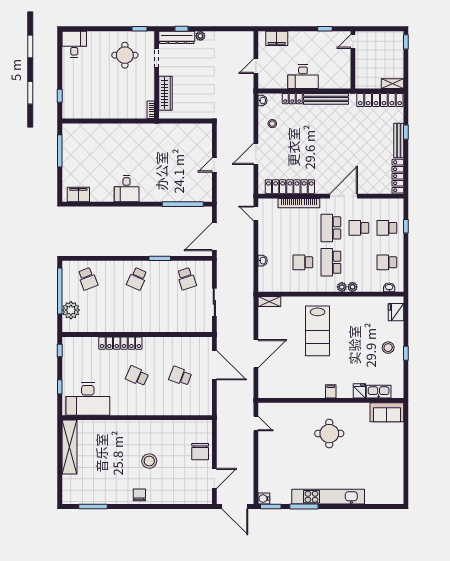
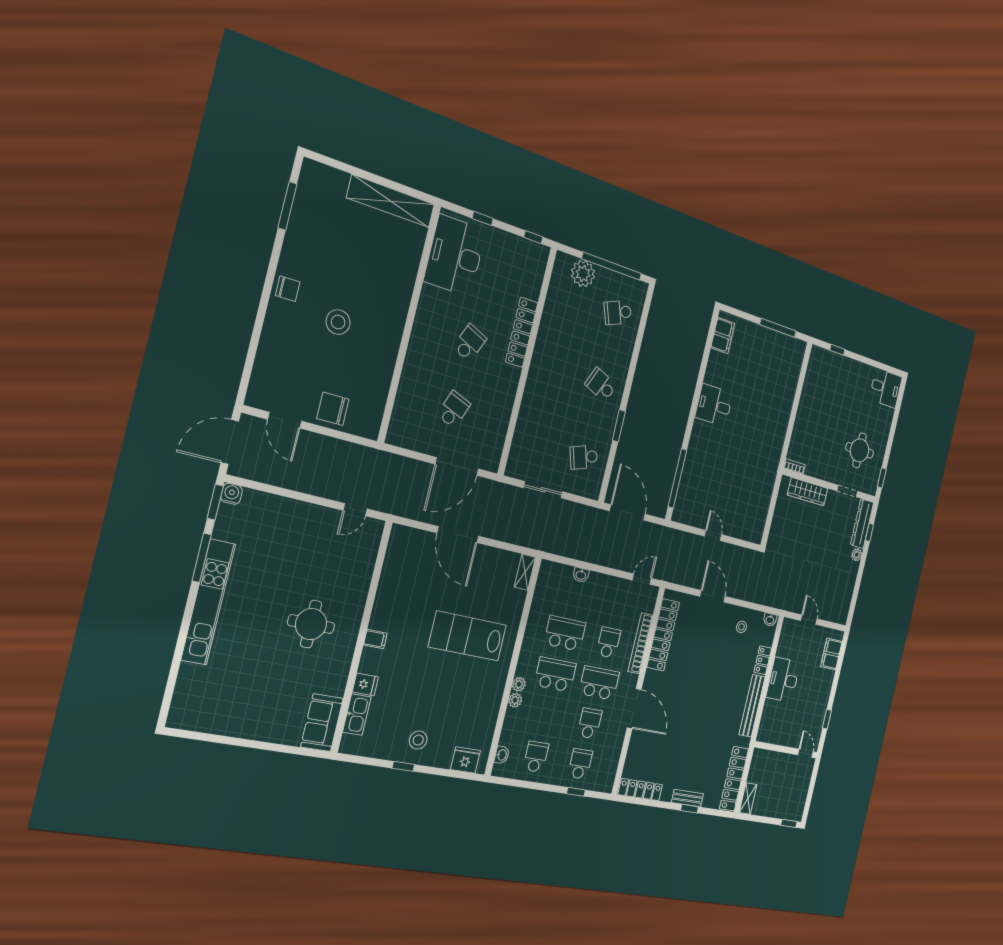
bench: (399, 140) -> (687, 798), width x0.73
school desk: (303, 228) -> (608, 643), added
school desk: (303, 262) -> (565, 633), width x1.85

